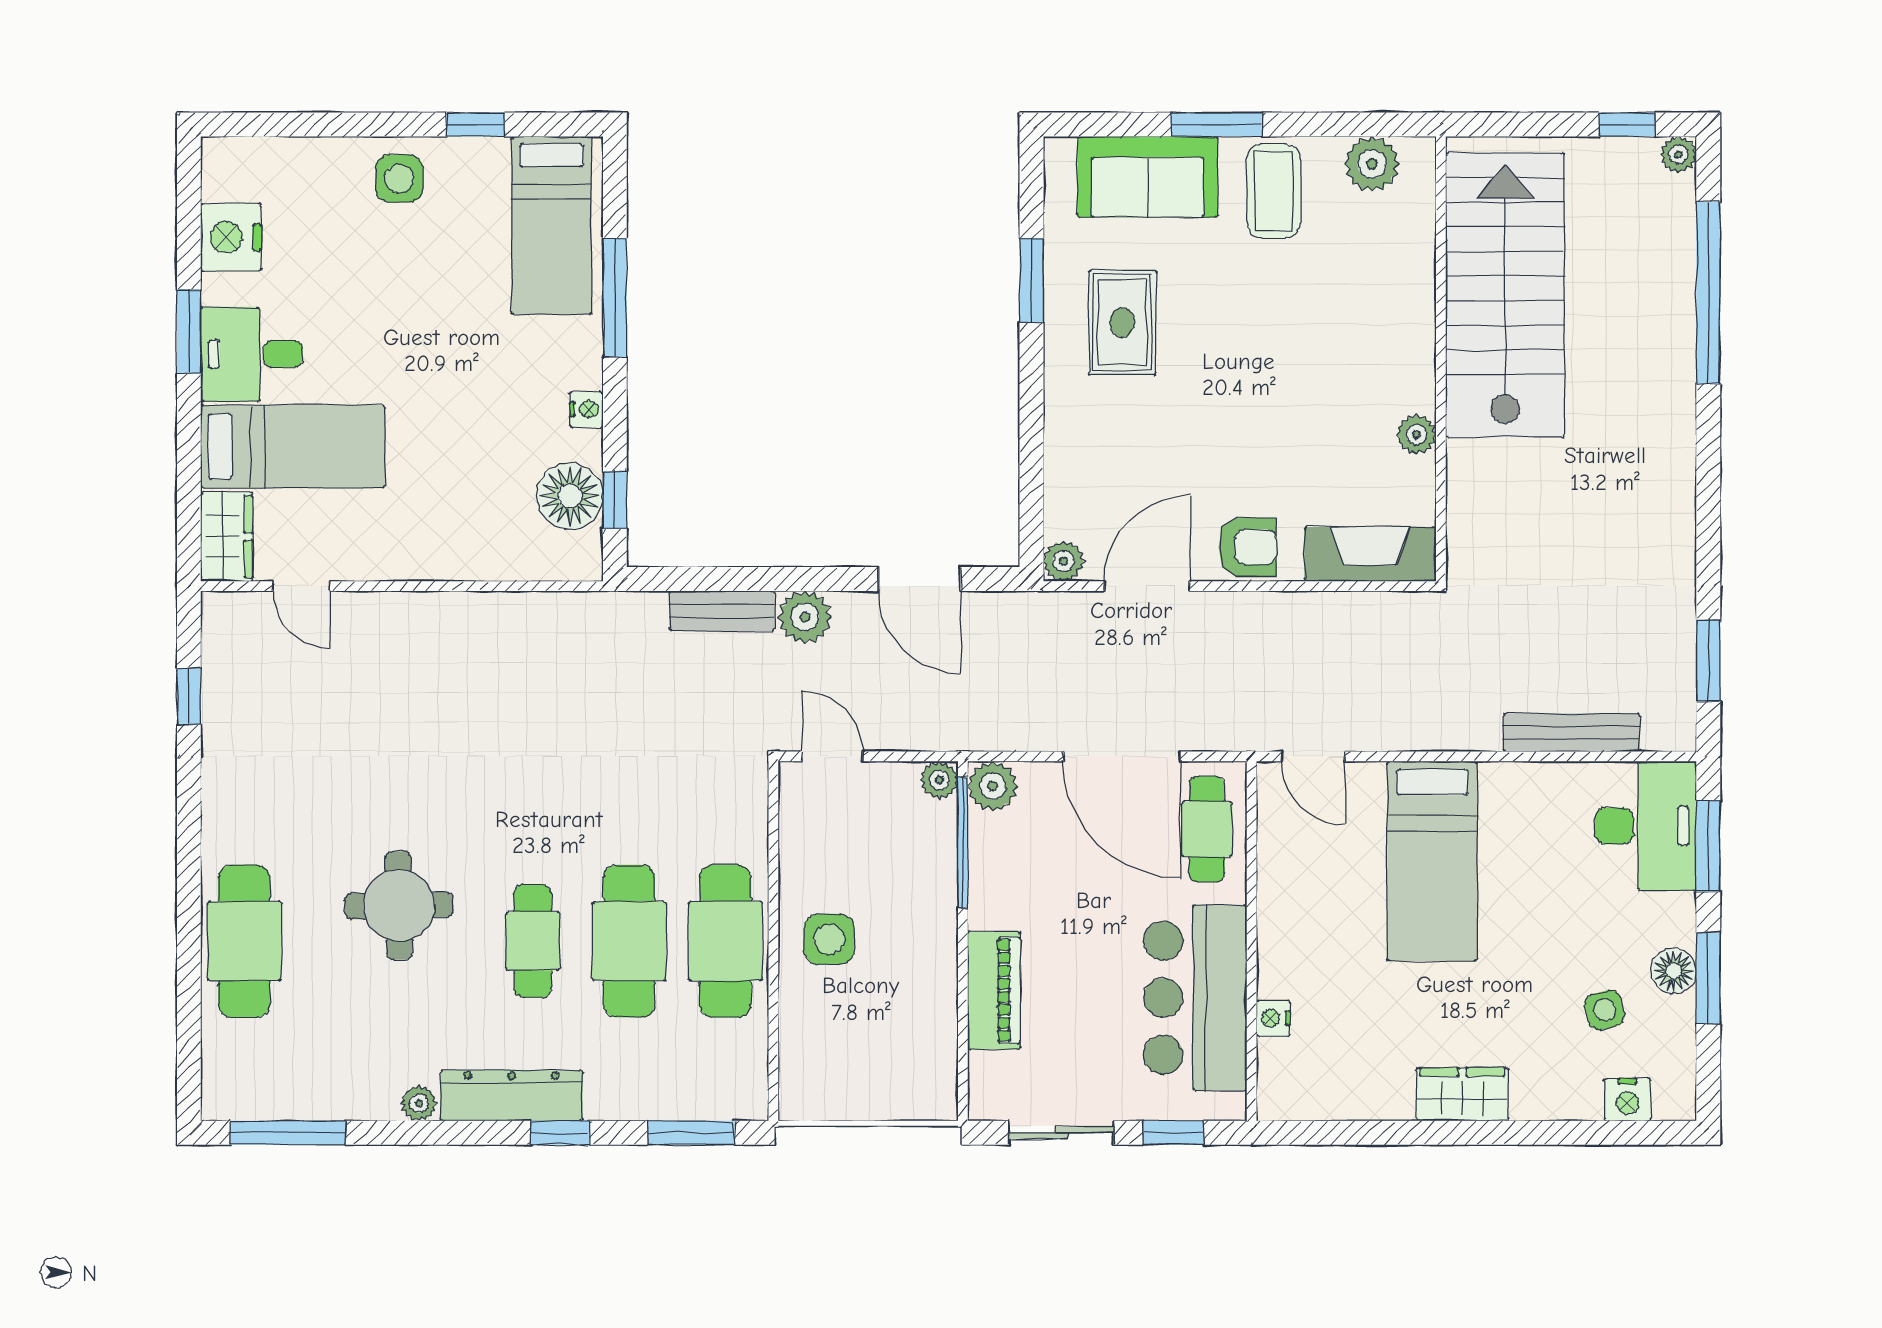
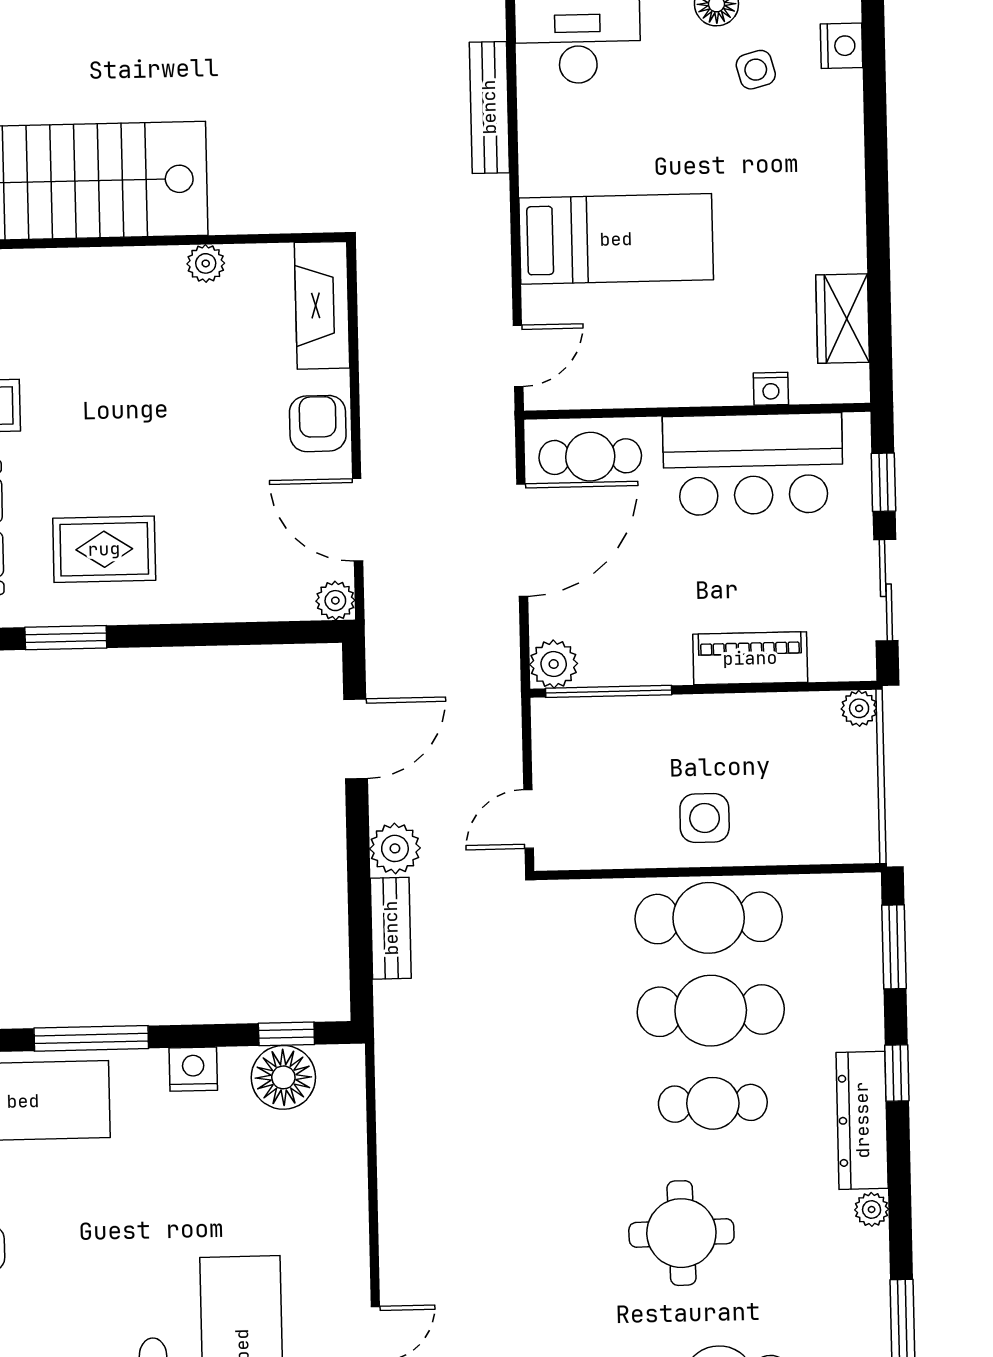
nightstand: (586, 409) -> (193, 1069), width x1.39, depth x1.35
plant: (939, 780) -> (859, 708), moved
wardrobe: (1462, 1094) -> (843, 319), moved

